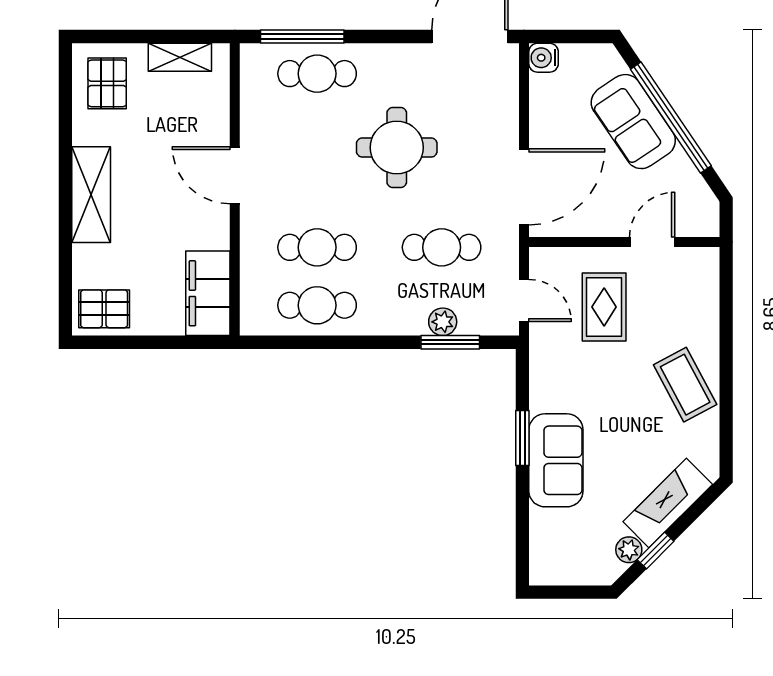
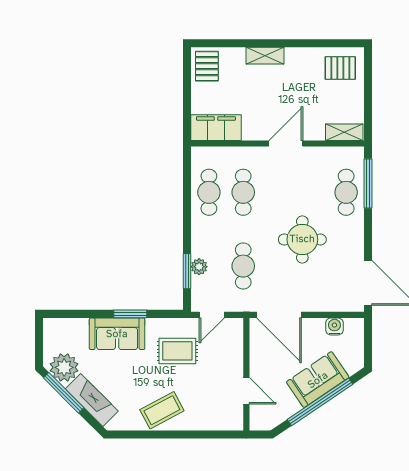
shelving: (180, 57) -> (344, 132), moved, turned 90
water cooler: (544, 58) -> (334, 326), moved
shelving: (91, 195) -> (265, 56), width x0.67, depth x0.75
rug: (604, 307) -> (177, 351), moved
plant: (629, 550) -> (64, 367), width x1.88, depth x1.88
window: (656, 551) -> (64, 393), width x2.17

